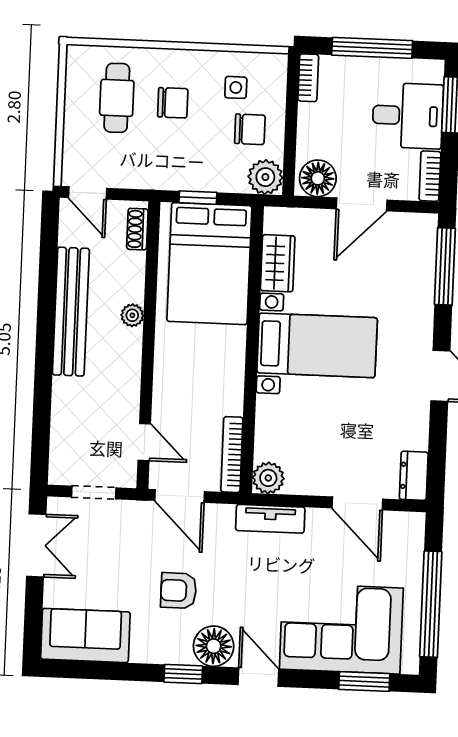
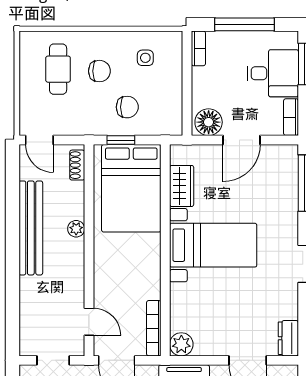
chair: (250, 129) -> (127, 107), moved
plant: (265, 177) -> (170, 123), removed

